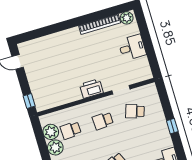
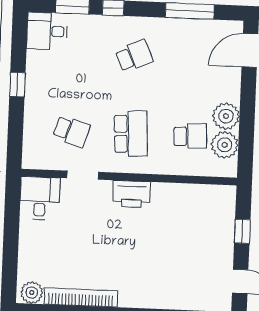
desk: (132, 47) -> (40, 198), moved, turned 90
window: (29, 101) -> (242, 231), moved
school desk: (103, 121) -> (131, 134), width x1.85

